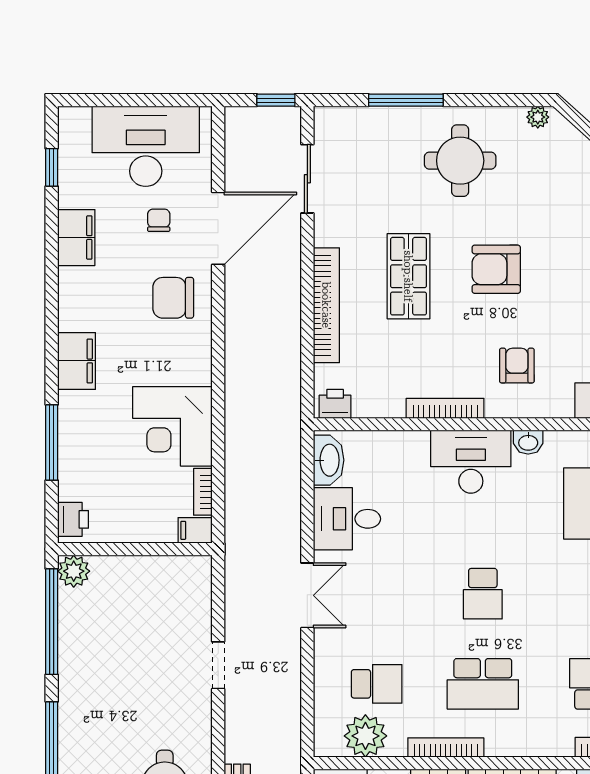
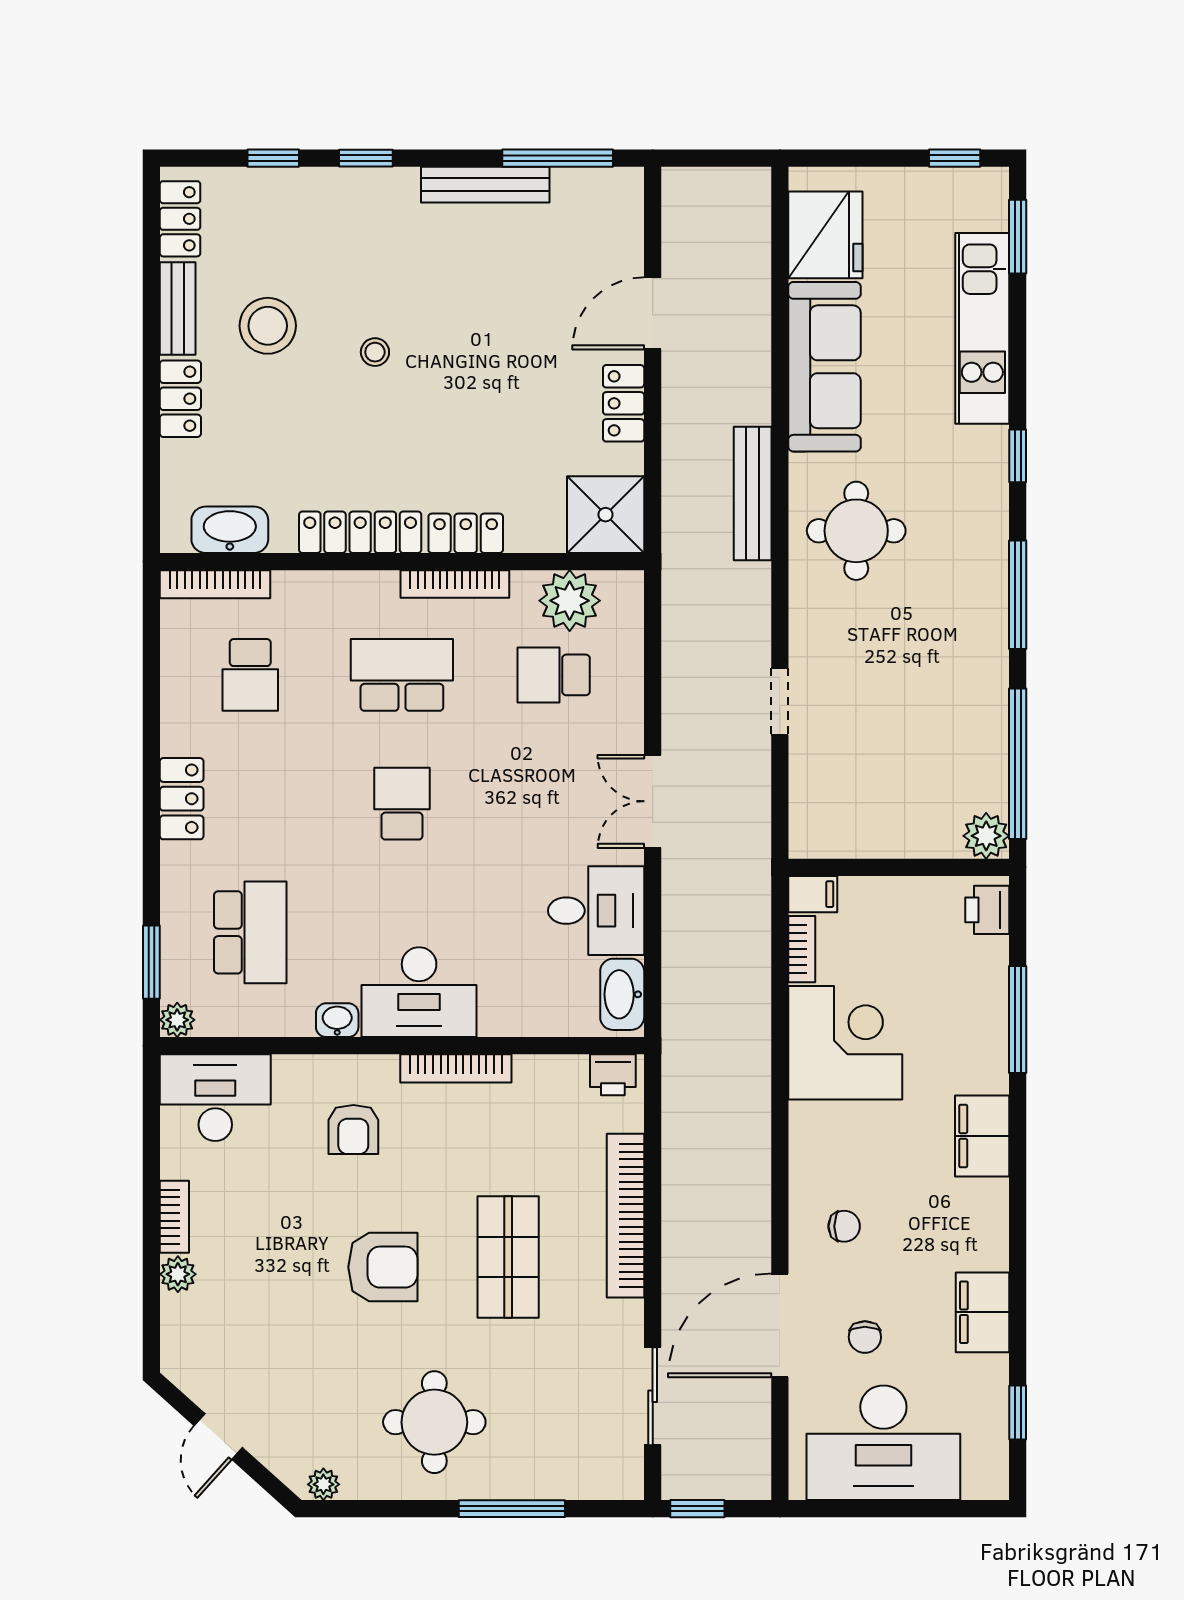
chair: (173, 298) -> (844, 1226), width x0.54, depth x0.54

